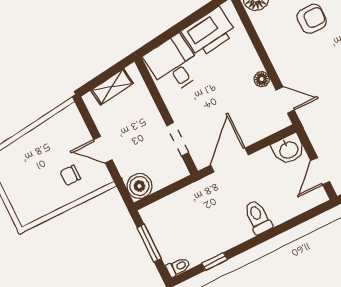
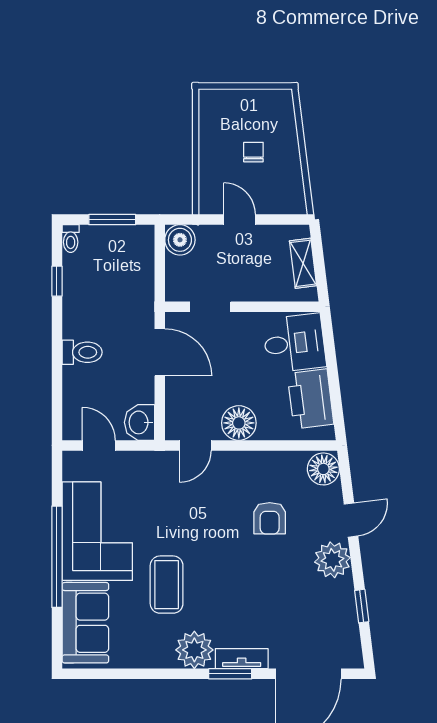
floor lamp: (262, 79) -> (239, 423), width x1.89, depth x1.89
door: (103, 150) -> (239, 220), hinge flipped
chair: (70, 175) -> (253, 152), moved

